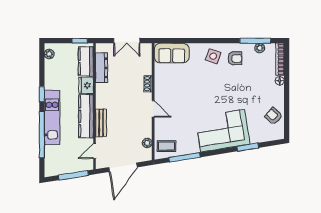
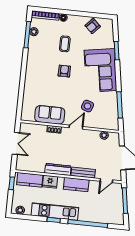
sofa: (172, 53) -> (50, 115), moved, turned -90
side table: (213, 56) -> (87, 106), moved
armchair: (235, 58) -> (64, 71), moved
dresser: (102, 68) -> (58, 169), moved
kitchen counter: (86, 116) -> (76, 185), width x0.67
kitchen unit: (52, 117) -> (55, 211), moved
coffee table: (166, 146) -> (65, 44), moved
door: (94, 151) -> (106, 181), hinge flipped

